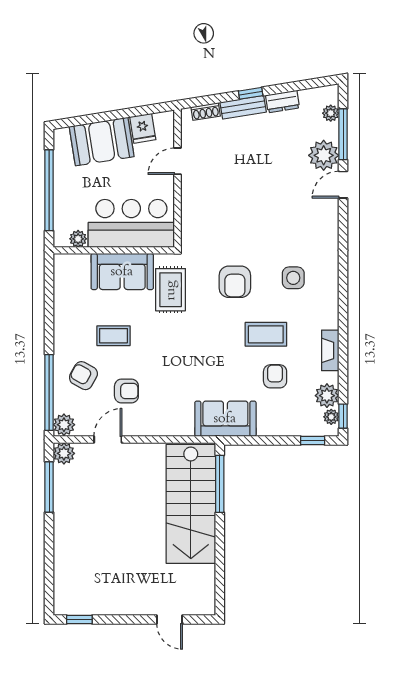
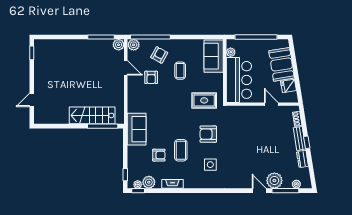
sofa: (122, 272) -> (214, 56), moved
stairs: (191, 504) -> (92, 115), width x0.73, depth x0.66

